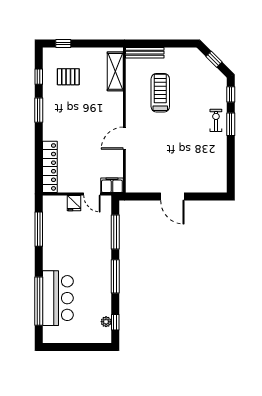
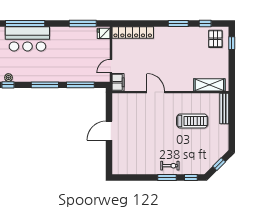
pallet: (68, 77) -> (215, 39), moved
fridge: (74, 203) -> (104, 33), moved

